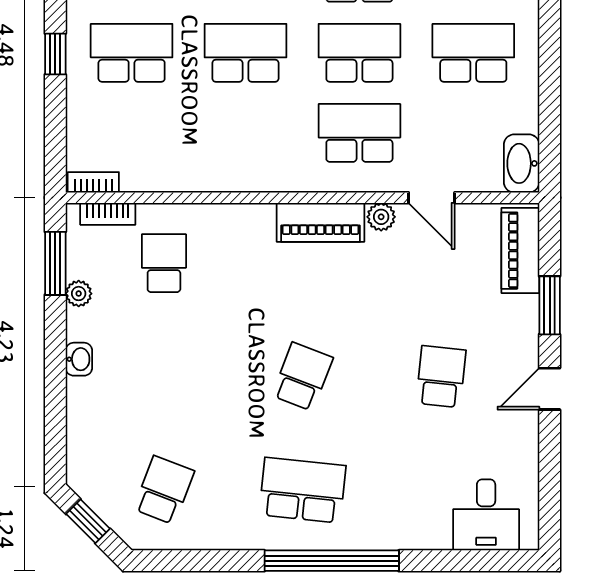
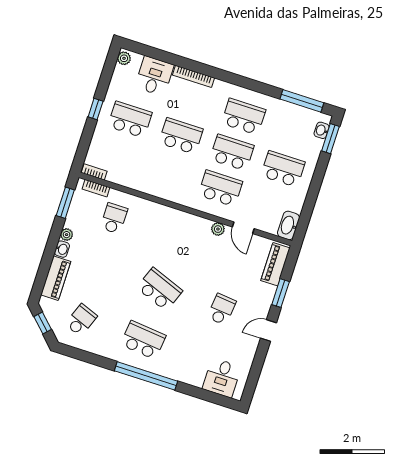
piano: (321, 222) -> (56, 278), moved, turned -90
plant: (79, 294) -> (67, 235), moved
school desk: (302, 377) -> (160, 289), width x1.85

